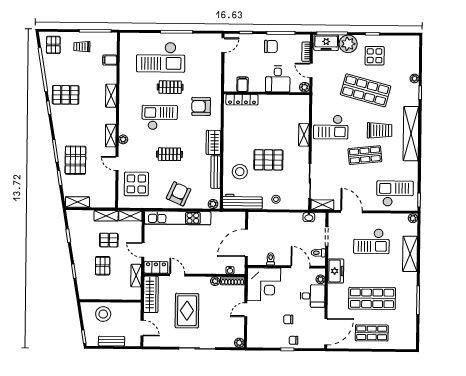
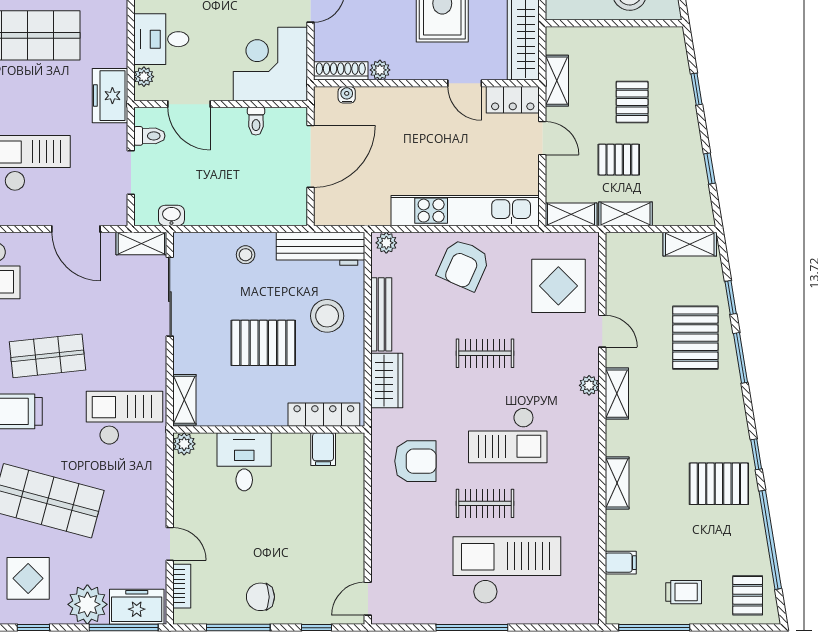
desk: (278, 79) -> (244, 462), moved
filing cabinet: (243, 84) -> (323, 449), moved
plant: (305, 87) -> (184, 444), moved
wall: (267, 93) -> (269, 430), moved
locker: (242, 100) -> (324, 415), moved

